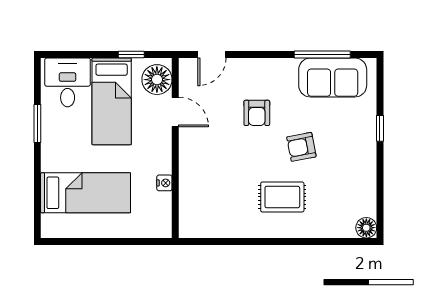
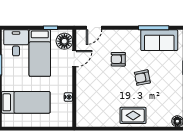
door: (175, 112) -> (74, 59), hinge flipped
armchair: (257, 113) -> (118, 59), turned 90
rug: (282, 197) -> (133, 115), moved

